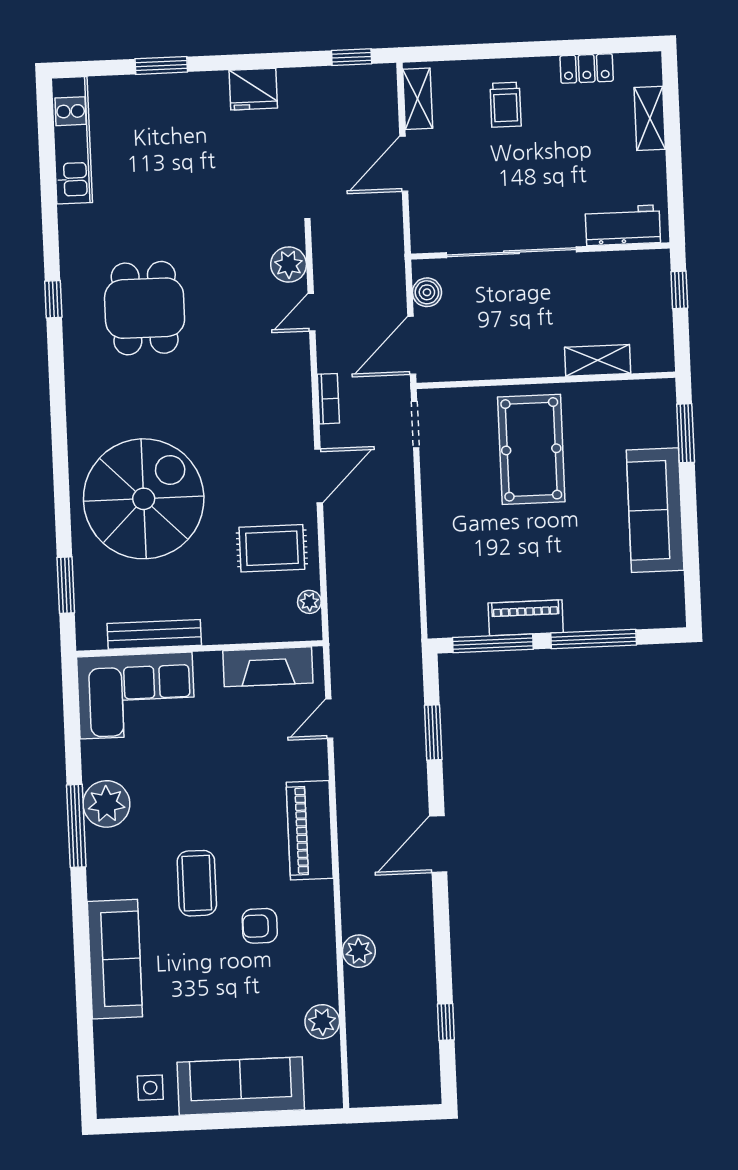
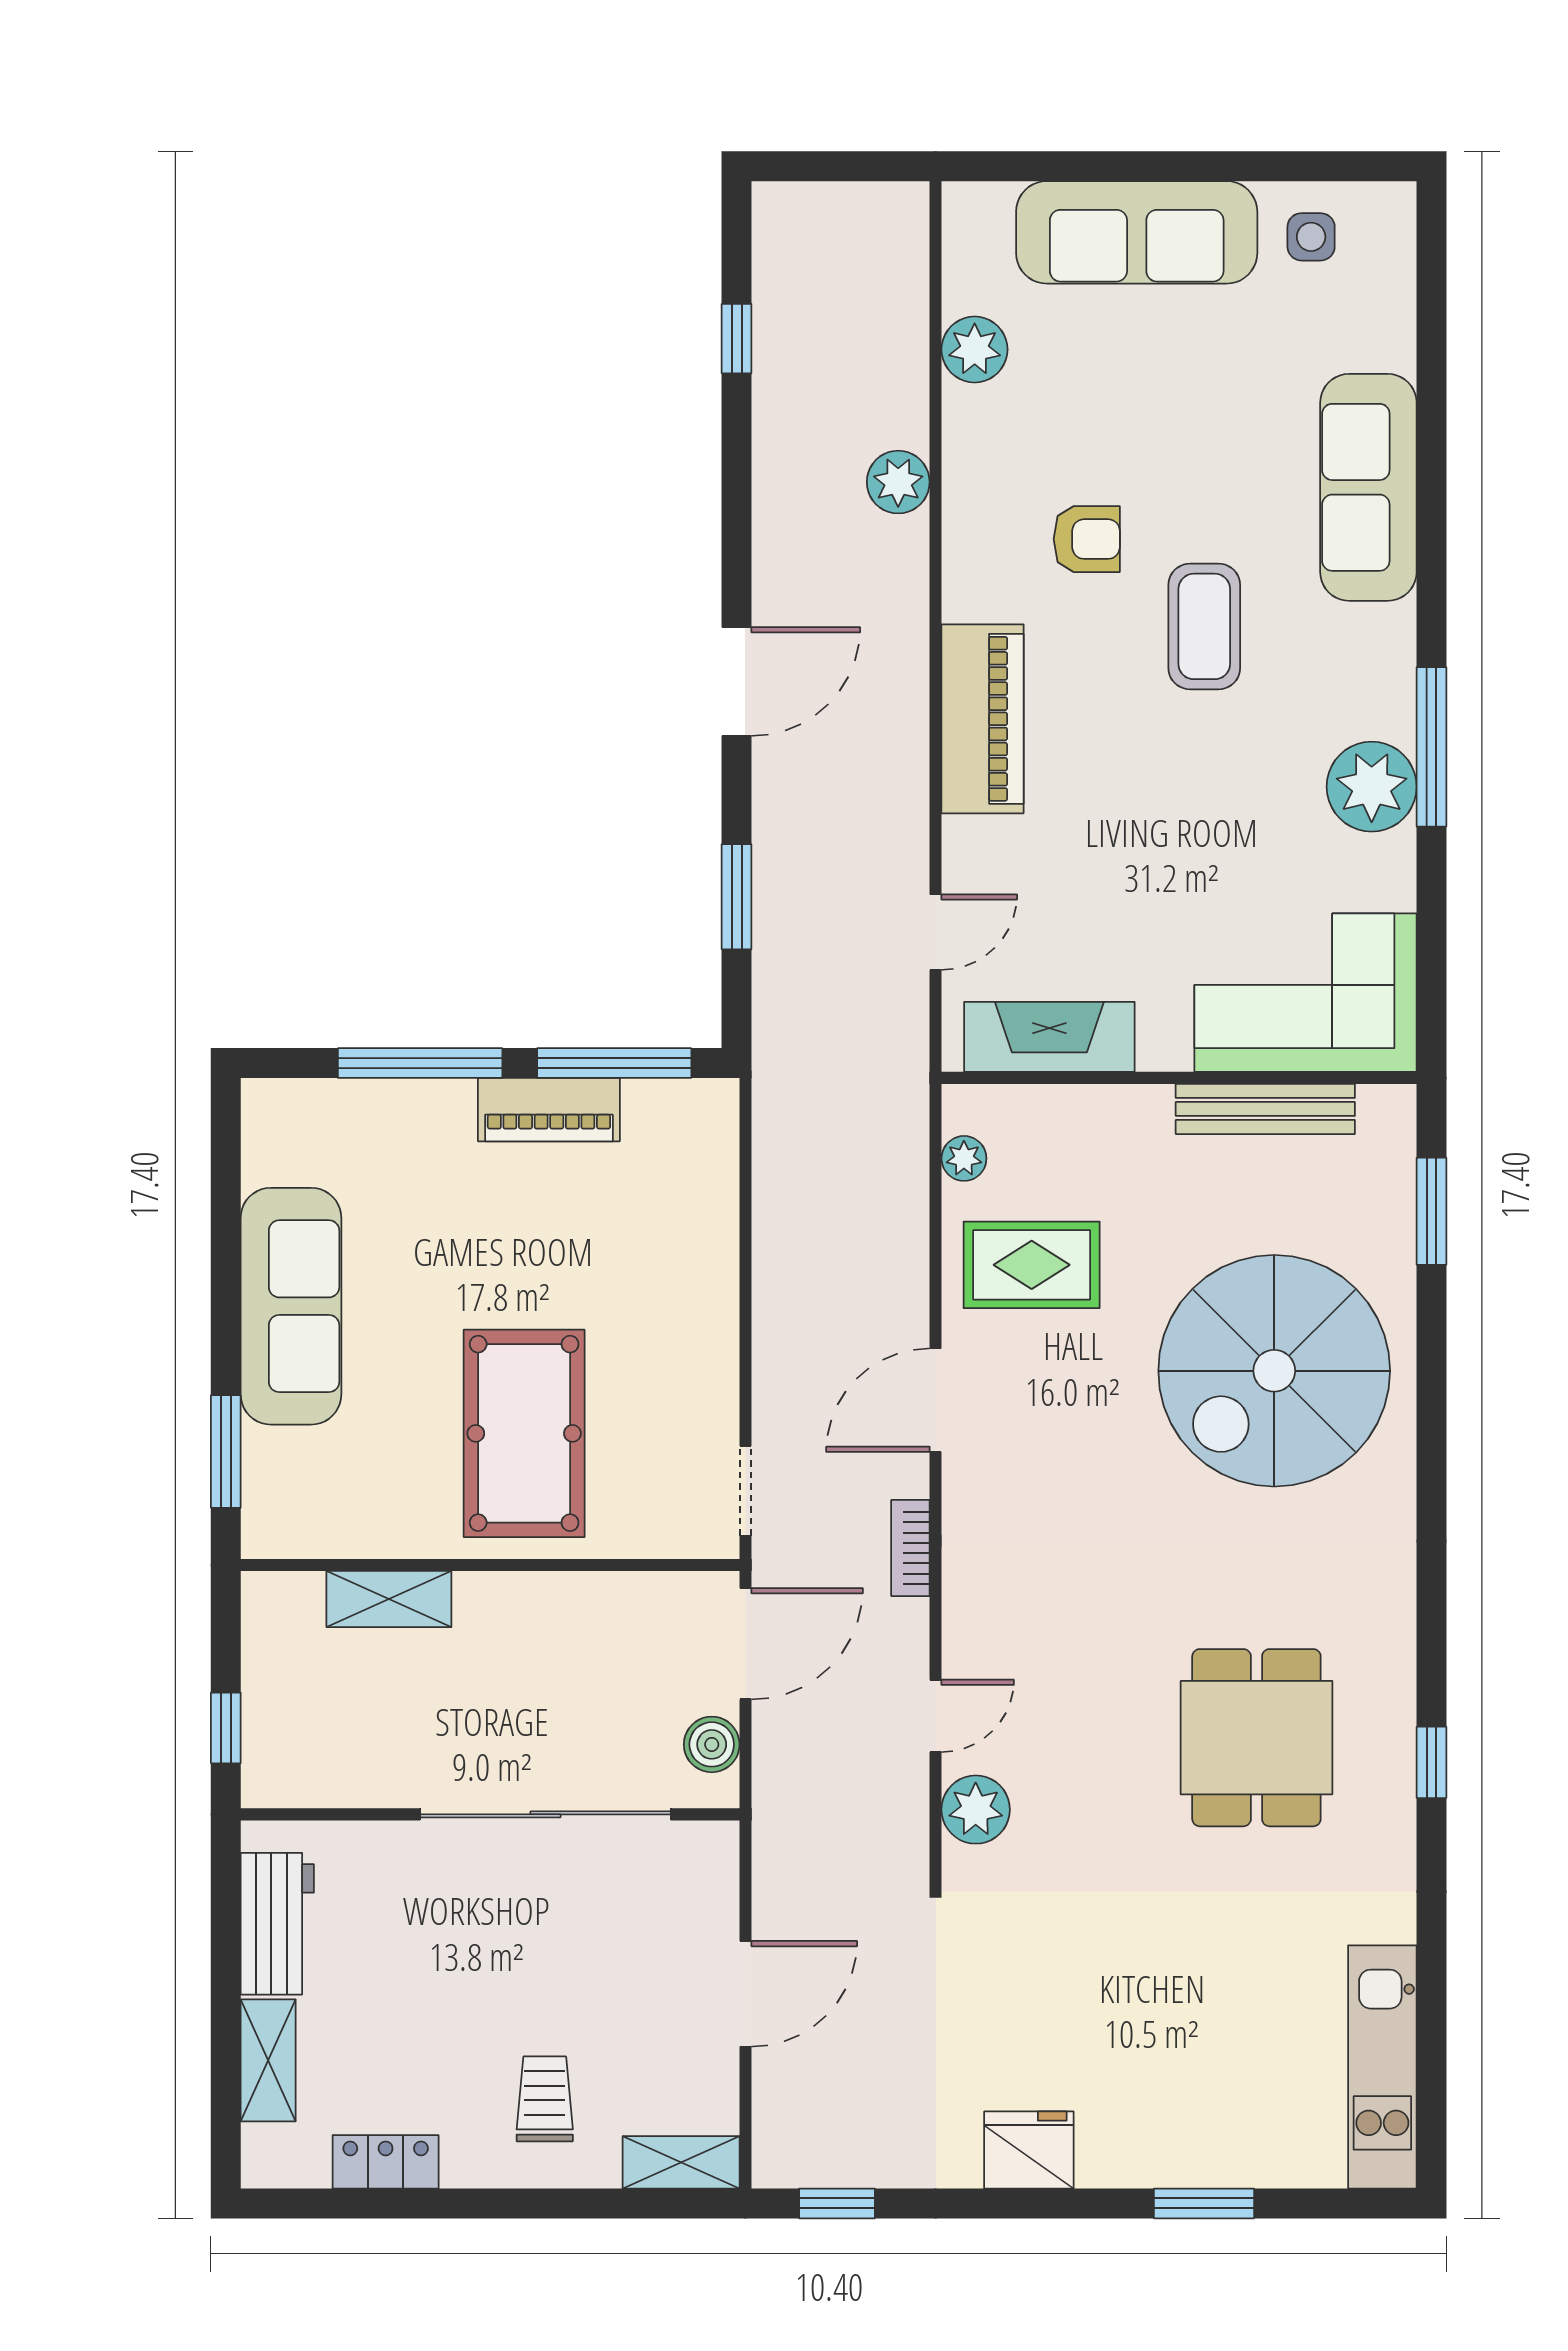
shelving: (418, 99) -> (681, 2162), moved, turned 90
workbench: (623, 225) -> (277, 1924), moved, turned -90

